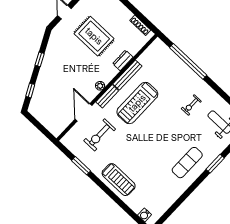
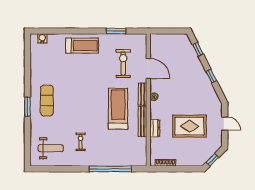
window: (215, 164) -> (27, 107), moved
treadmill: (119, 180) -> (82, 46), turned 180

